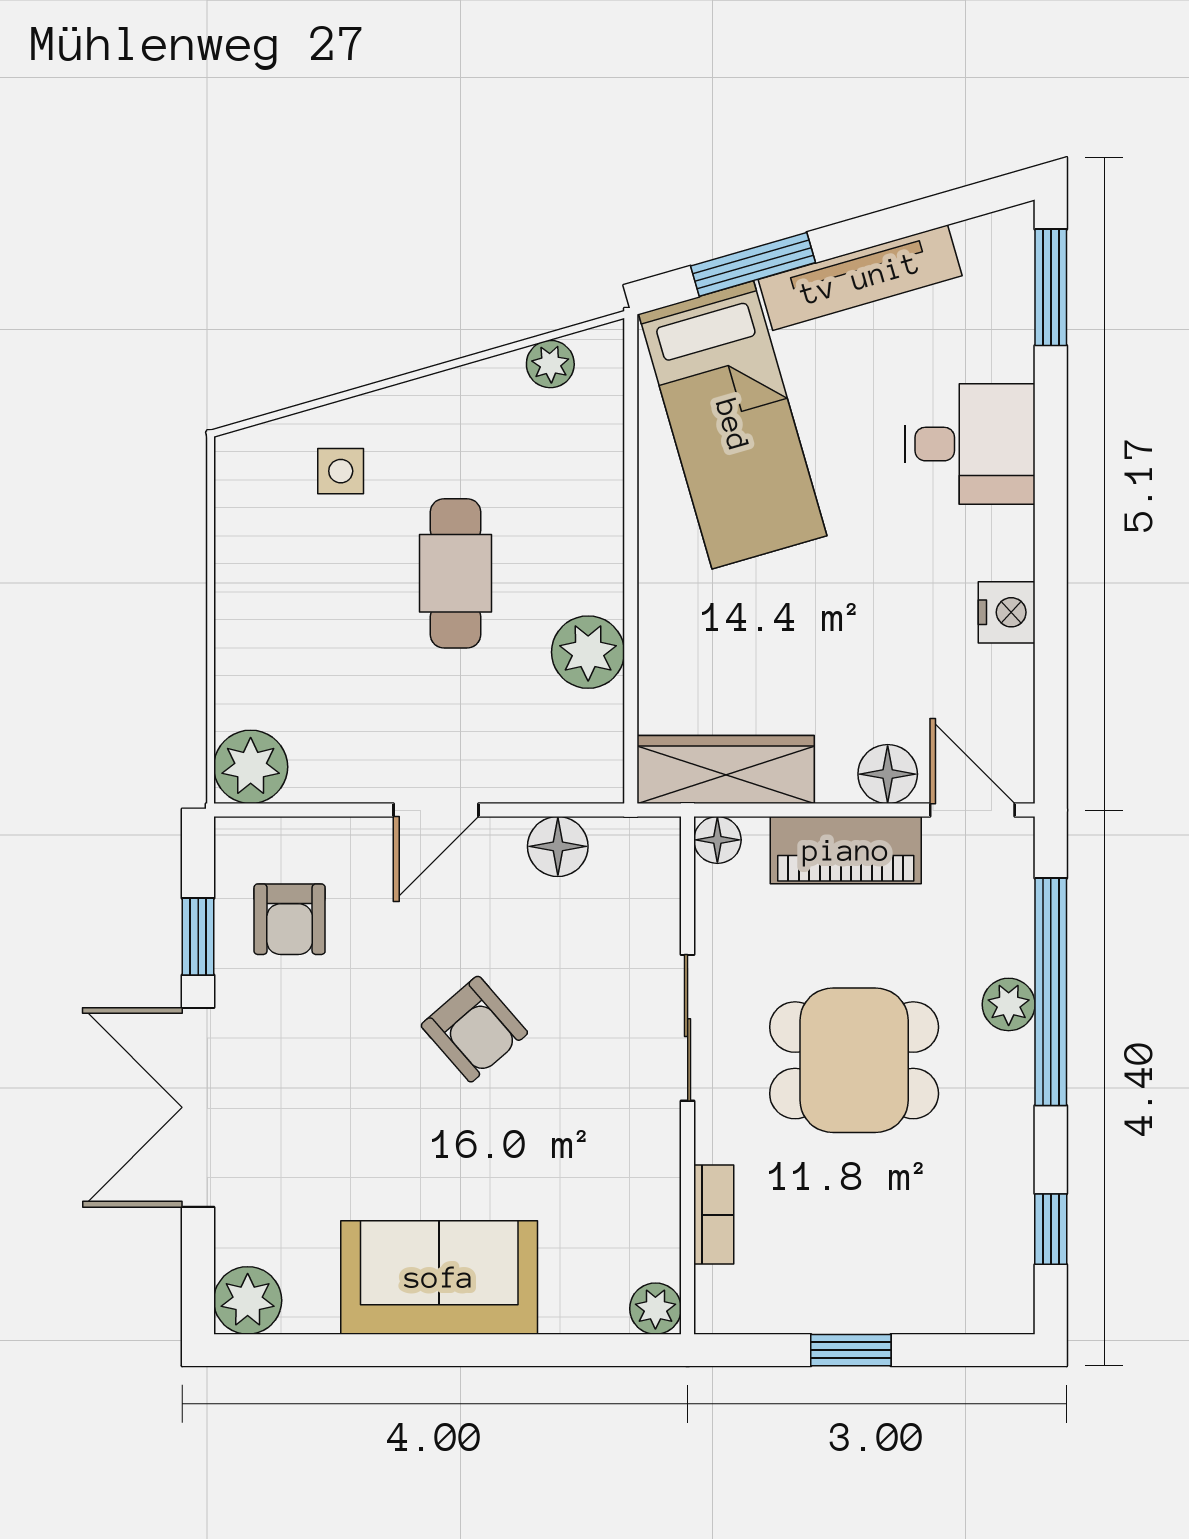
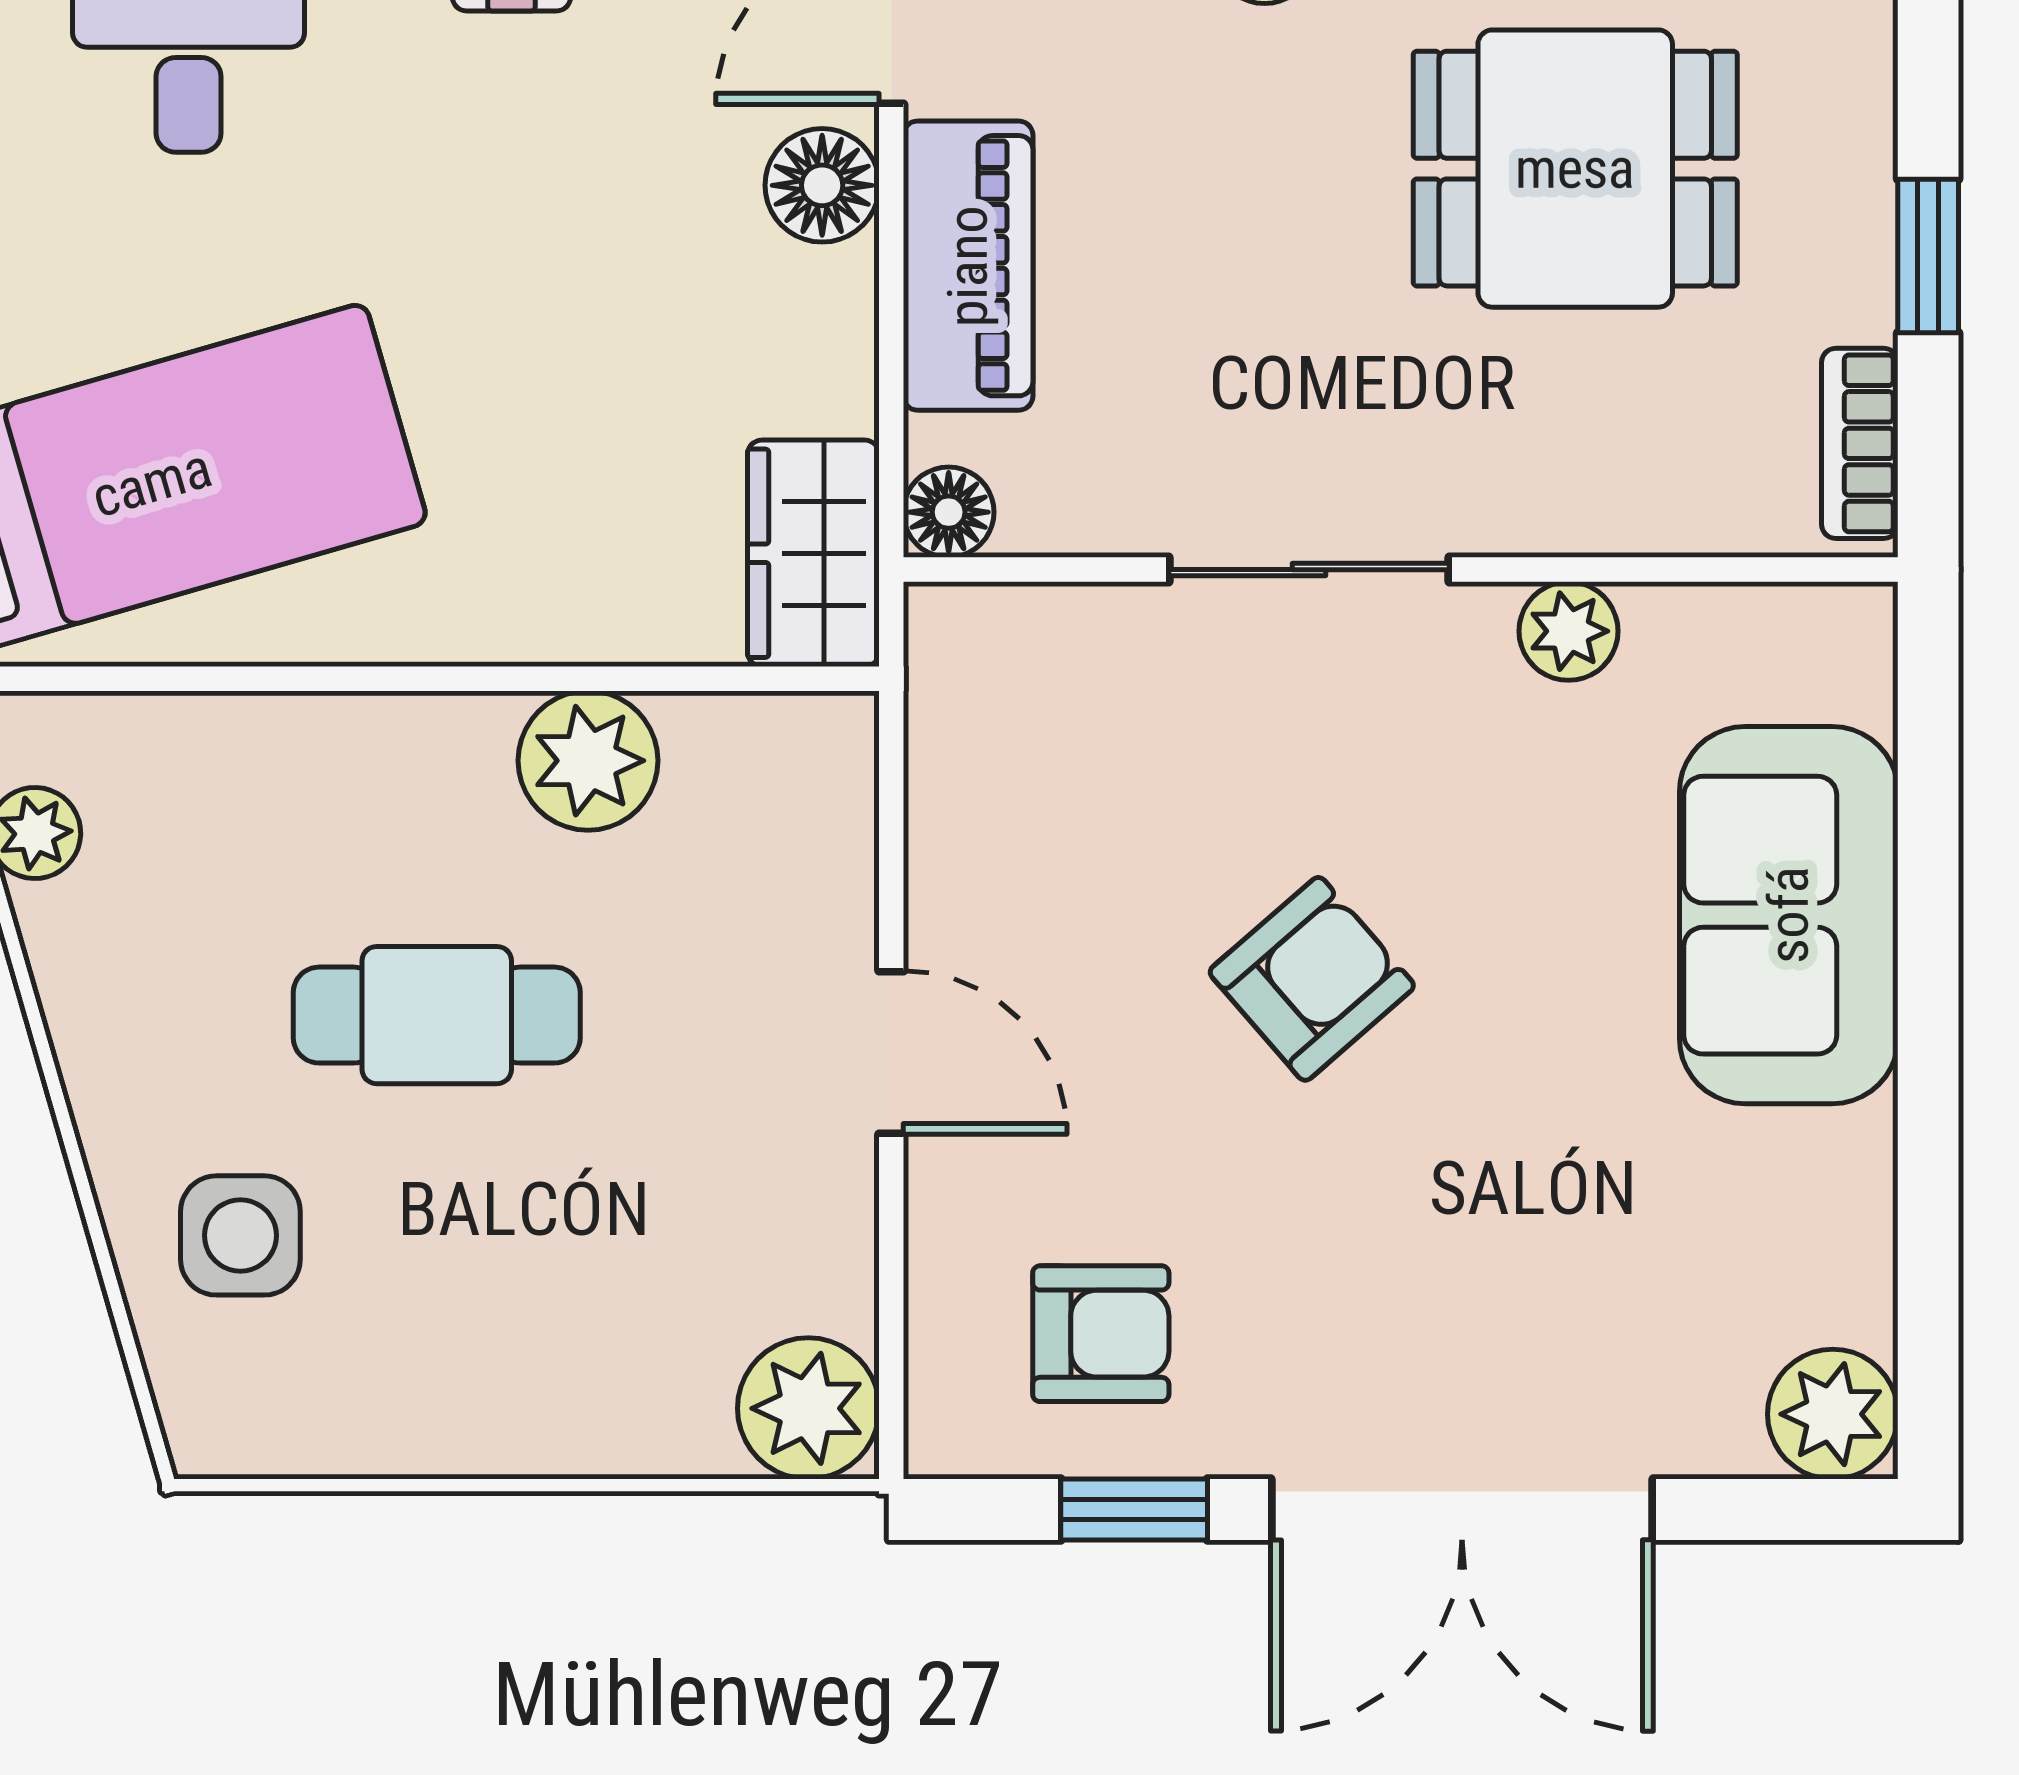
side table: (341, 471) -> (240, 1235), width x1.37, depth x1.37
wardrobe: (726, 769) -> (813, 553), width x0.67
floor lamp: (558, 846) -> (961, 819), removed
dining table: (854, 1060) -> (1575, 169), moved, turned 90
bookcase: (714, 1215) -> (1860, 443), moved, turned -90
sofa: (439, 1277) -> (1789, 915), moved
plant: (655, 1309) -> (1568, 631), moved

